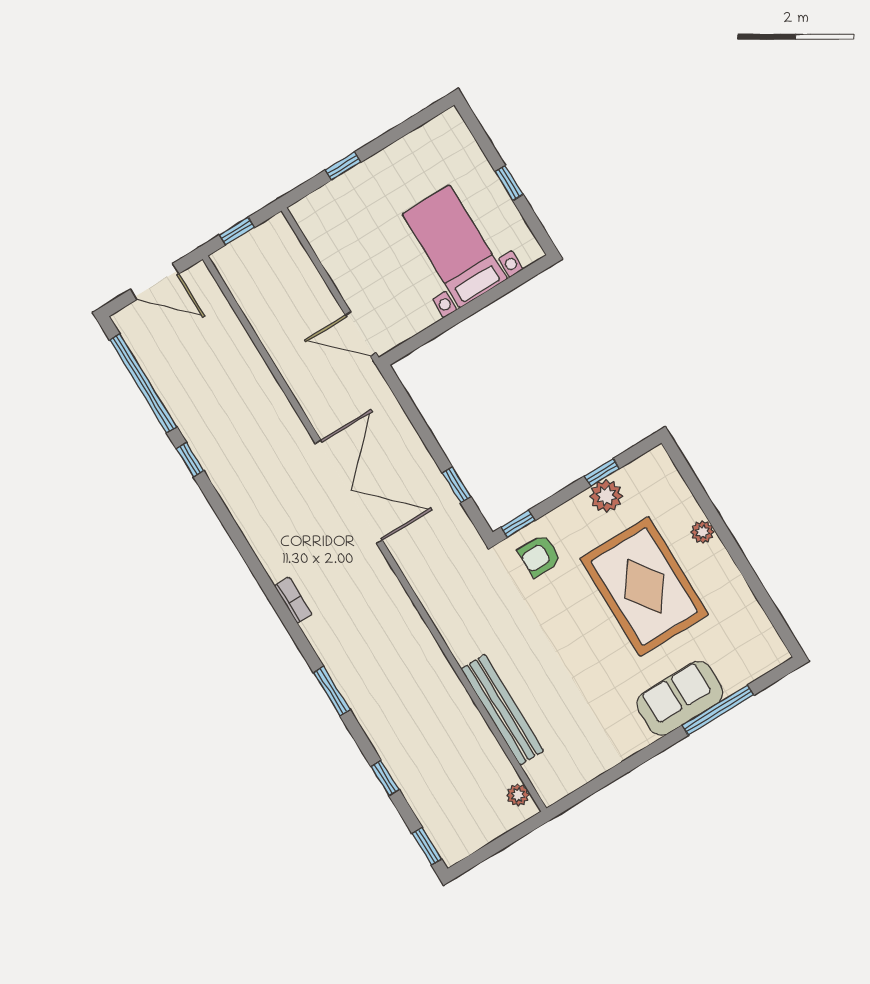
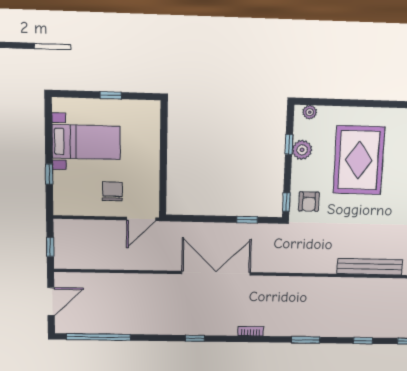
bed with nightstands: (455, 247) -> (86, 142), moved, turned 180
chair: (375, 269) -> (112, 191), added
window: (190, 460) -> (195, 338), moved
plant: (702, 532) -> (310, 112), moved
rug: (644, 586) -> (359, 160), turned 90

